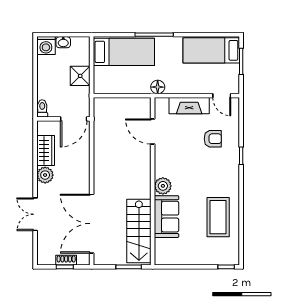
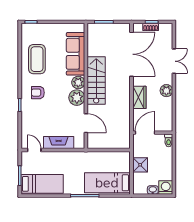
floor lamp: (158, 87) -> (82, 156), removed
armchair: (213, 139) -> (38, 93), moved
wardrobe: (46, 151) -> (139, 97), moved, turned 180
plant: (165, 166) -> (77, 98), added
sofa: (167, 217) -> (76, 54), width x1.36
stairs: (139, 231) -> (96, 81), moved

